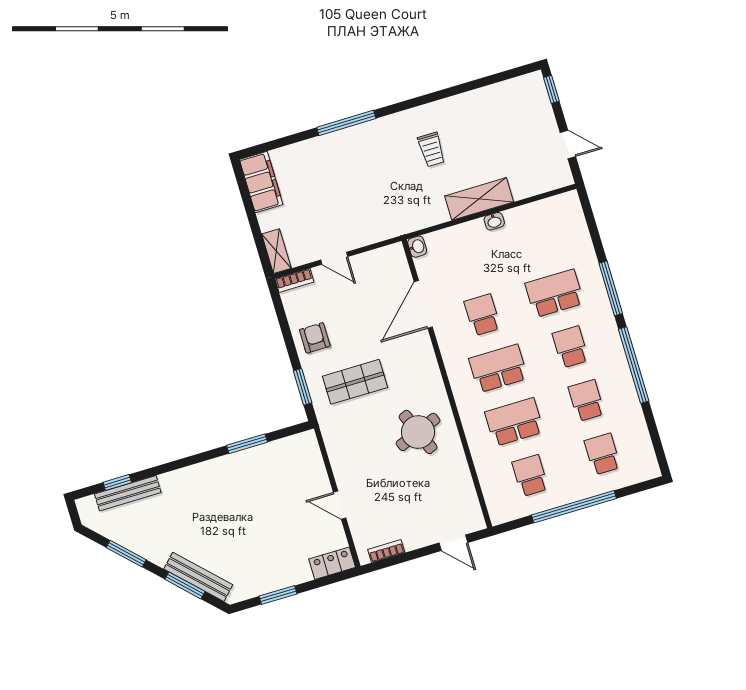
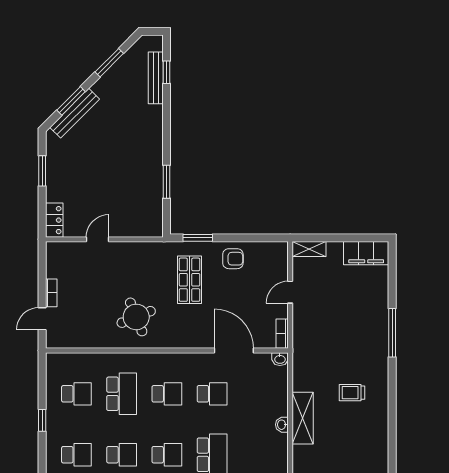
bookcase: (294, 280) -> (282, 334), moved
school desk: (498, 368) -> (167, 394), width x0.54
window: (574, 507) -> (42, 420), width x0.32
bookcase: (386, 551) -> (51, 293), moved

